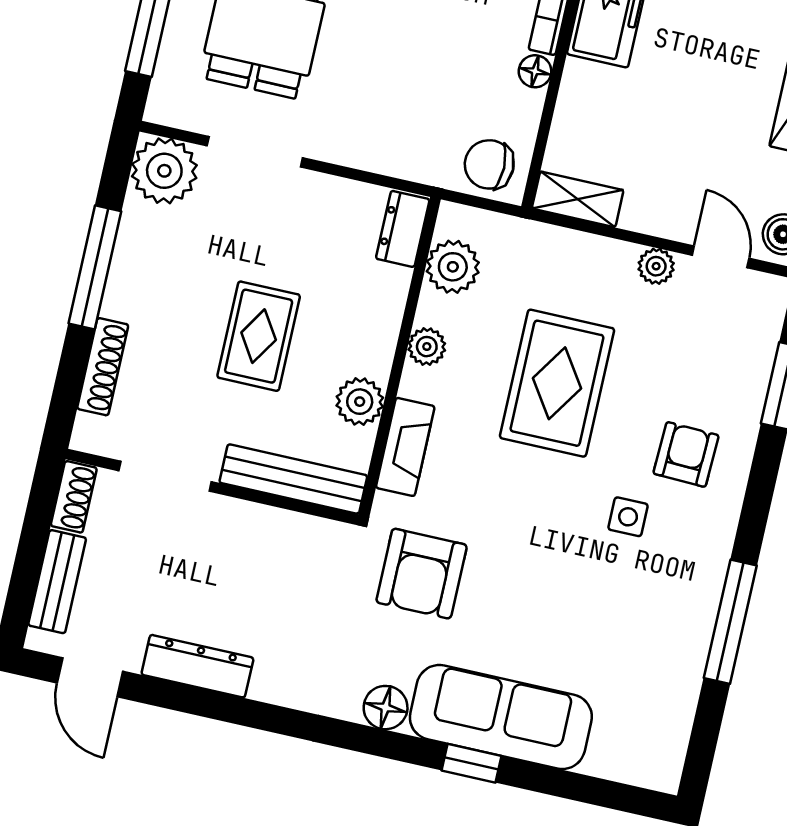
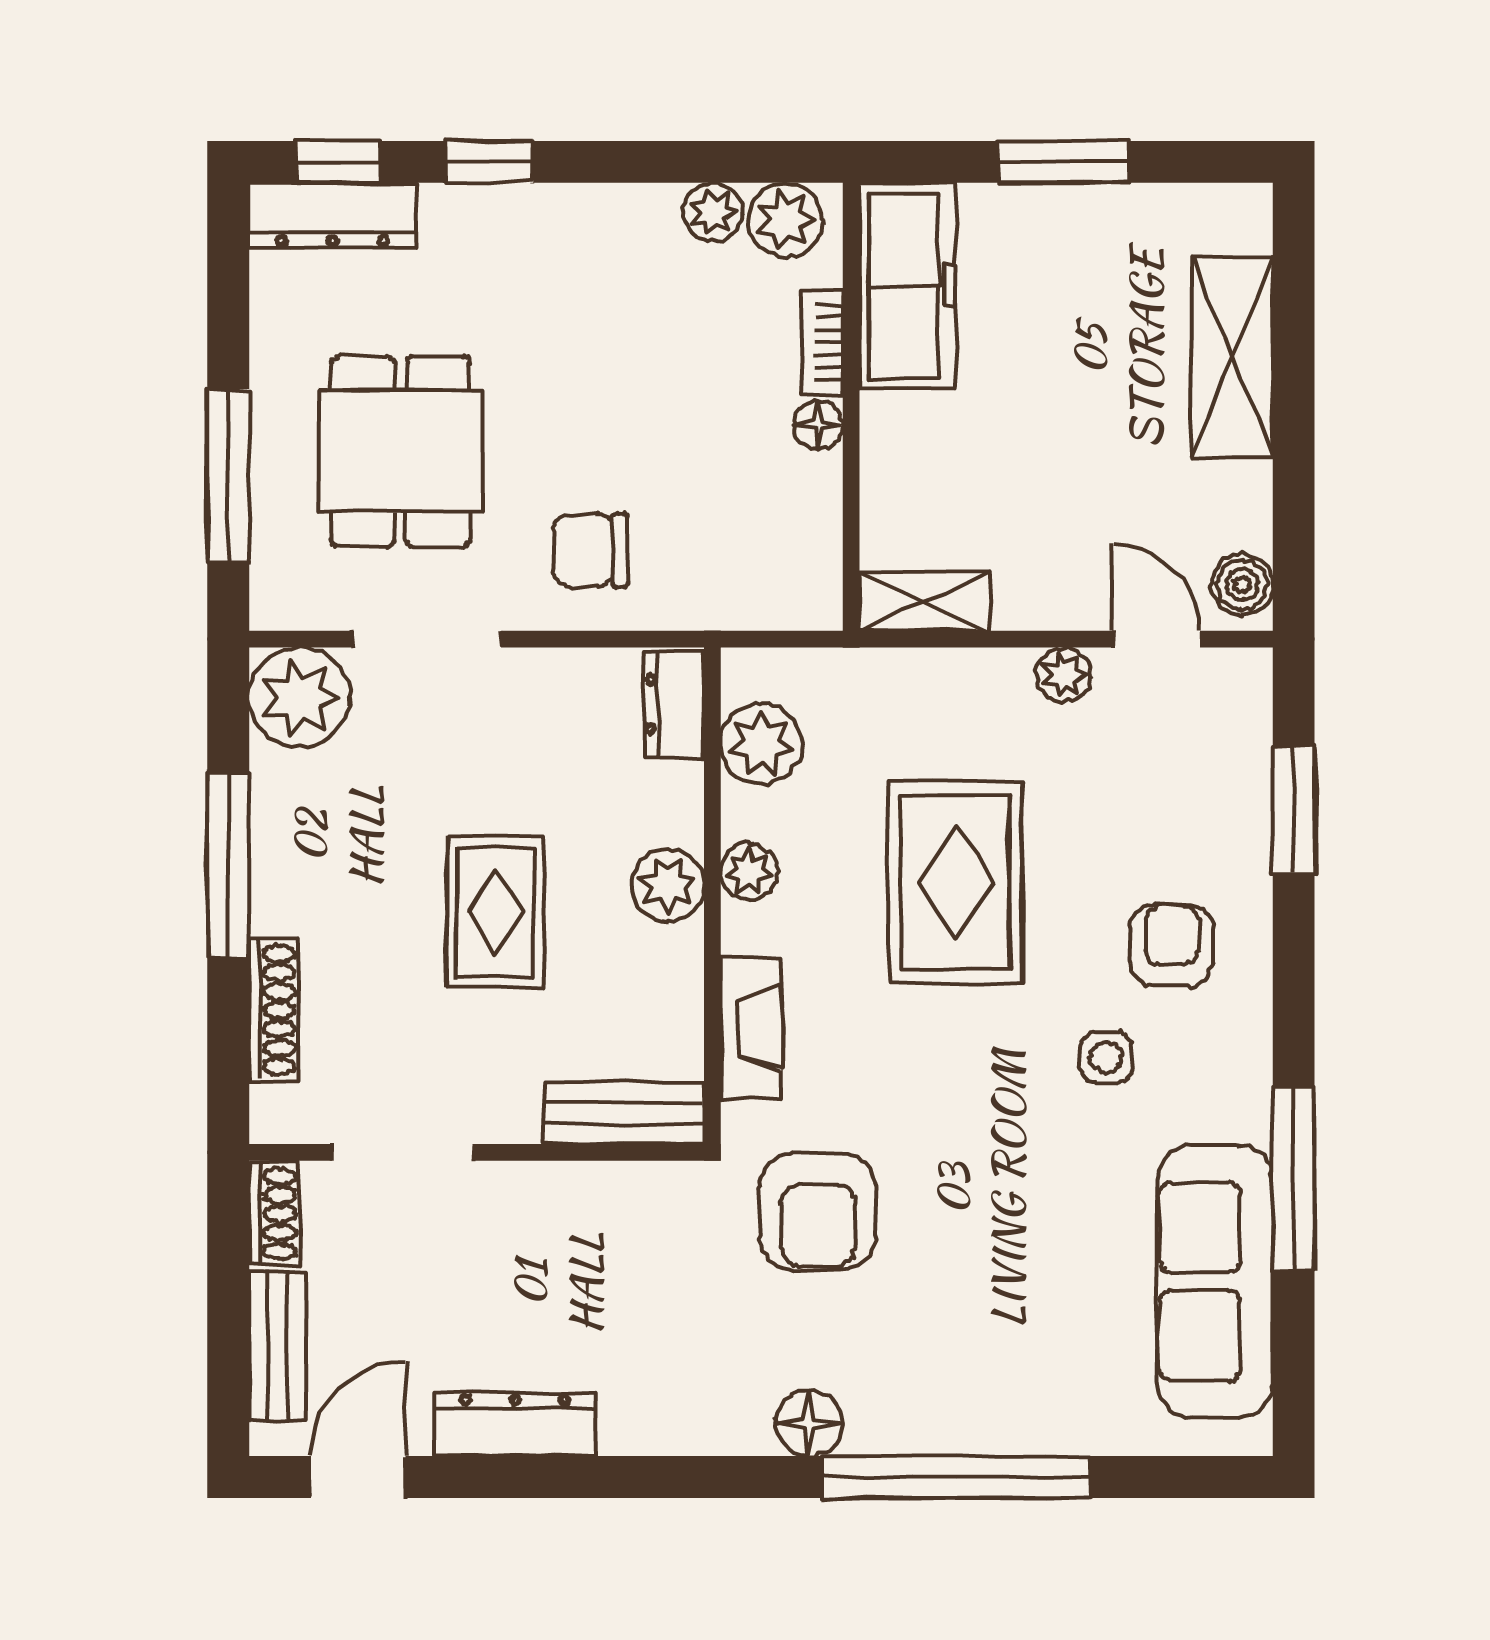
chair: (489, 164) -> (590, 551), moved
plant: (360, 402) -> (668, 885), moved
bench: (293, 479) -> (624, 1113), width x0.73
door: (90, 677) -> (358, 1477), swing flipped
sofa: (501, 717) -> (1215, 1281), moved, turned -90
window: (472, 763) -> (956, 1477), width x3.17

